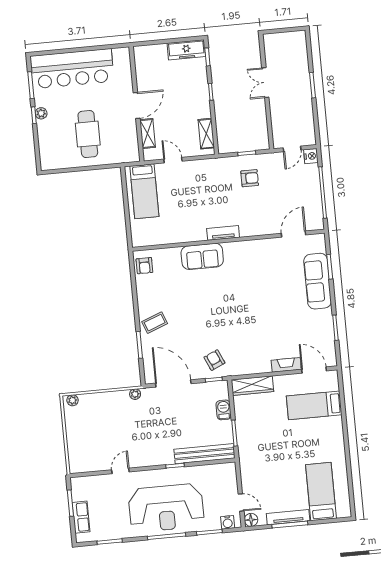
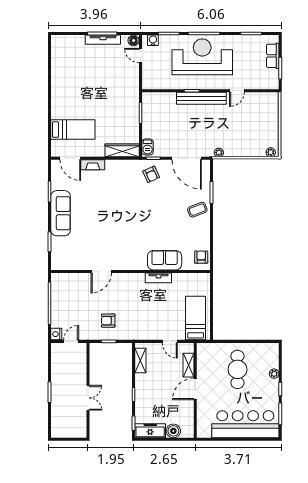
boiler: (158, 52) -> (173, 431), added
plant: (41, 113) -> (274, 374), moved
tv unit: (223, 233) -> (158, 278), moved
door: (294, 234) -> (101, 271), moved
sofa: (202, 256) -> (165, 260), moved
sofa: (318, 281) -> (61, 213), moved
barbecue: (224, 410) -> (148, 147), moved
bench: (205, 454) -> (201, 98), moved
bed: (321, 491) -> (74, 58), removed

